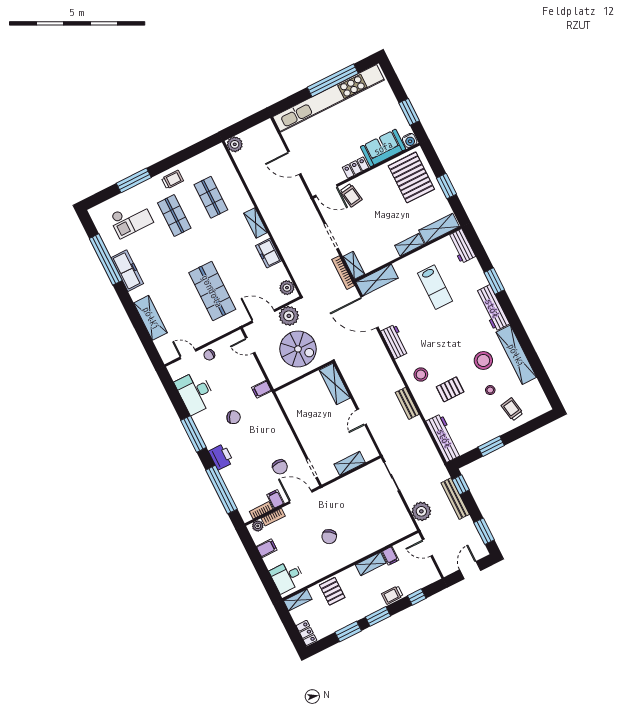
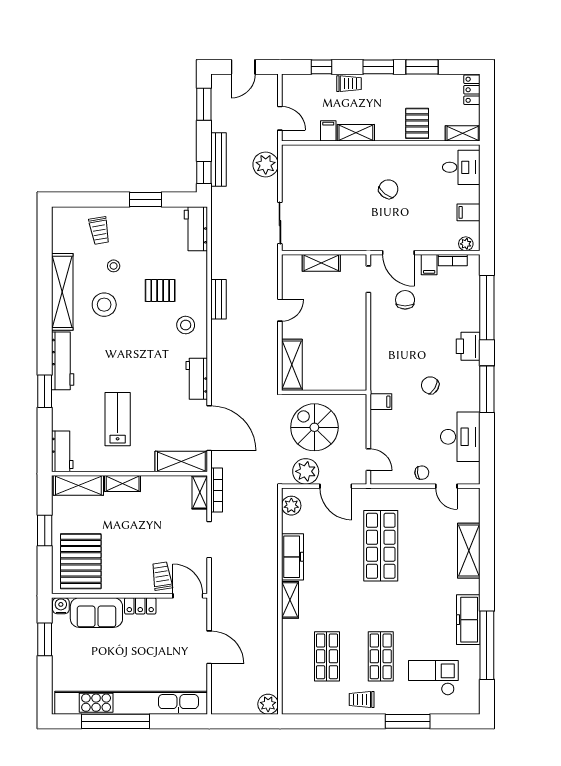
freezer: (269, 253) -> (293, 557), width x1.40
workbench: (444, 438) -> (196, 229), width x0.73
bookcase: (273, 517) -> (443, 245), removed

